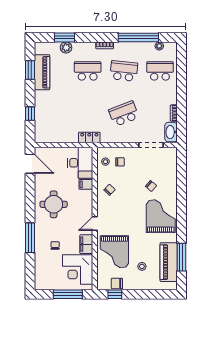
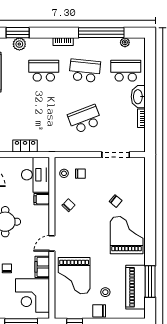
washbasin: (171, 132) -> (138, 97), moved
locker: (89, 137) -> (25, 146), moved
chair: (117, 284) -> (99, 311), moved

